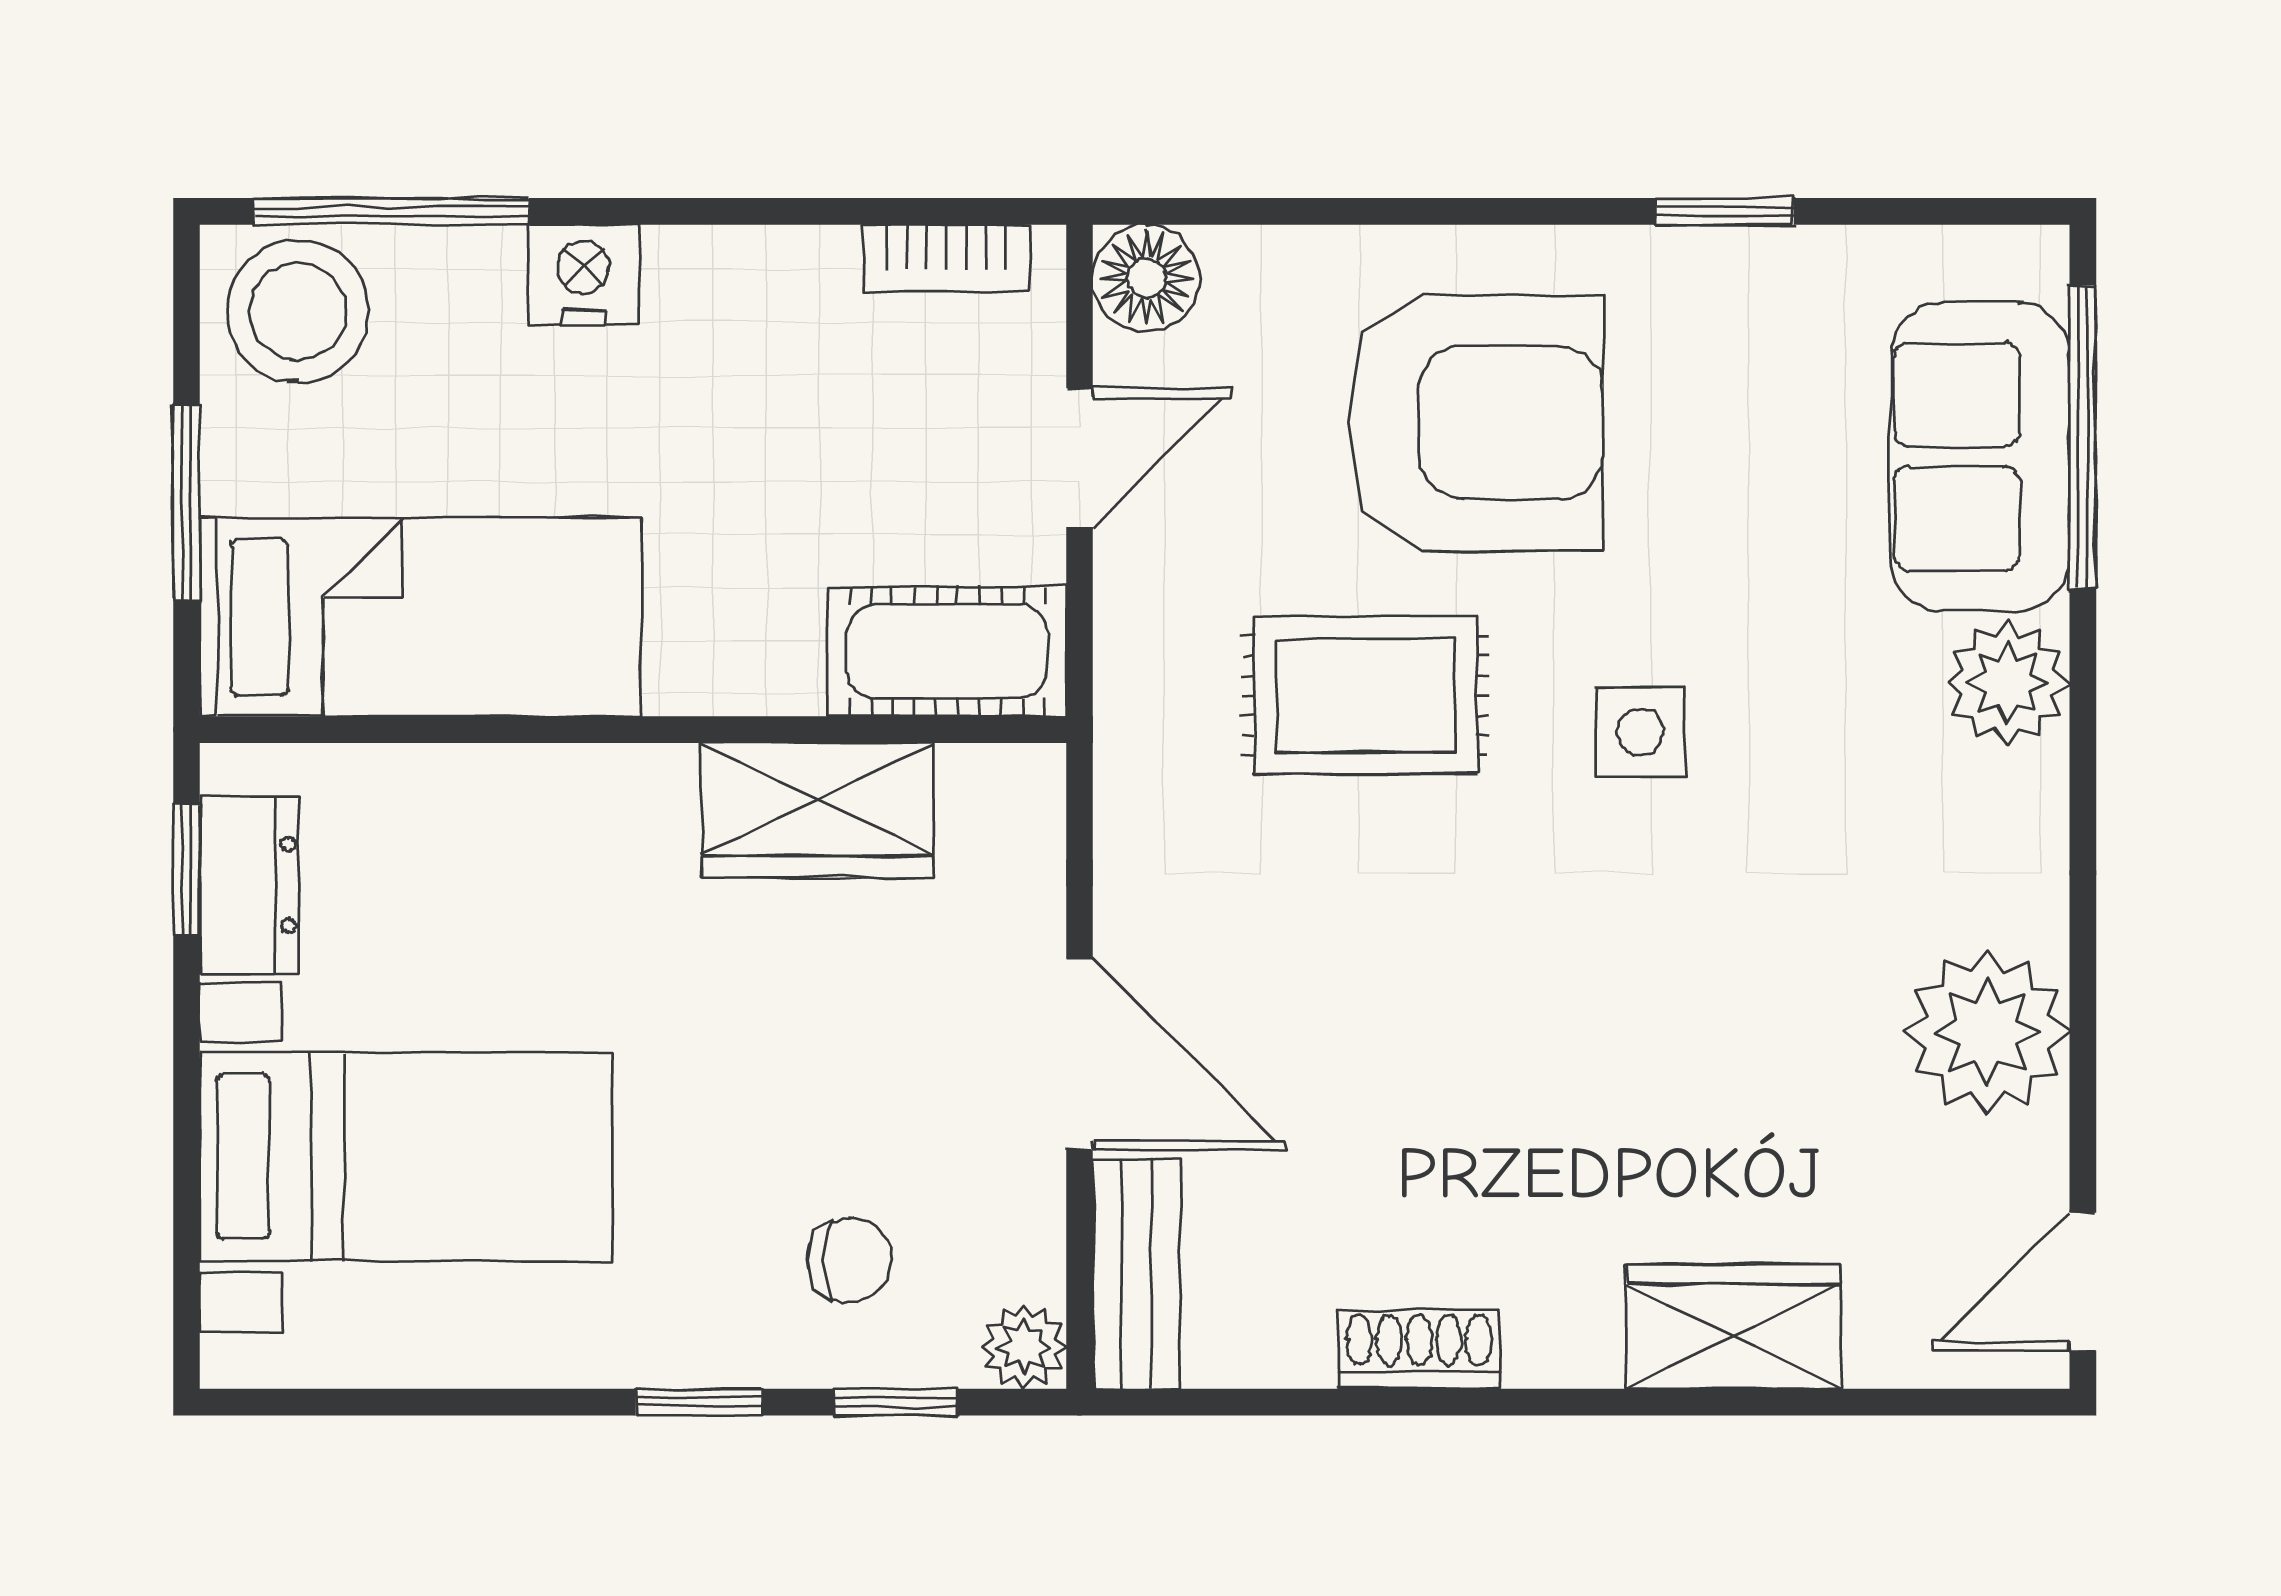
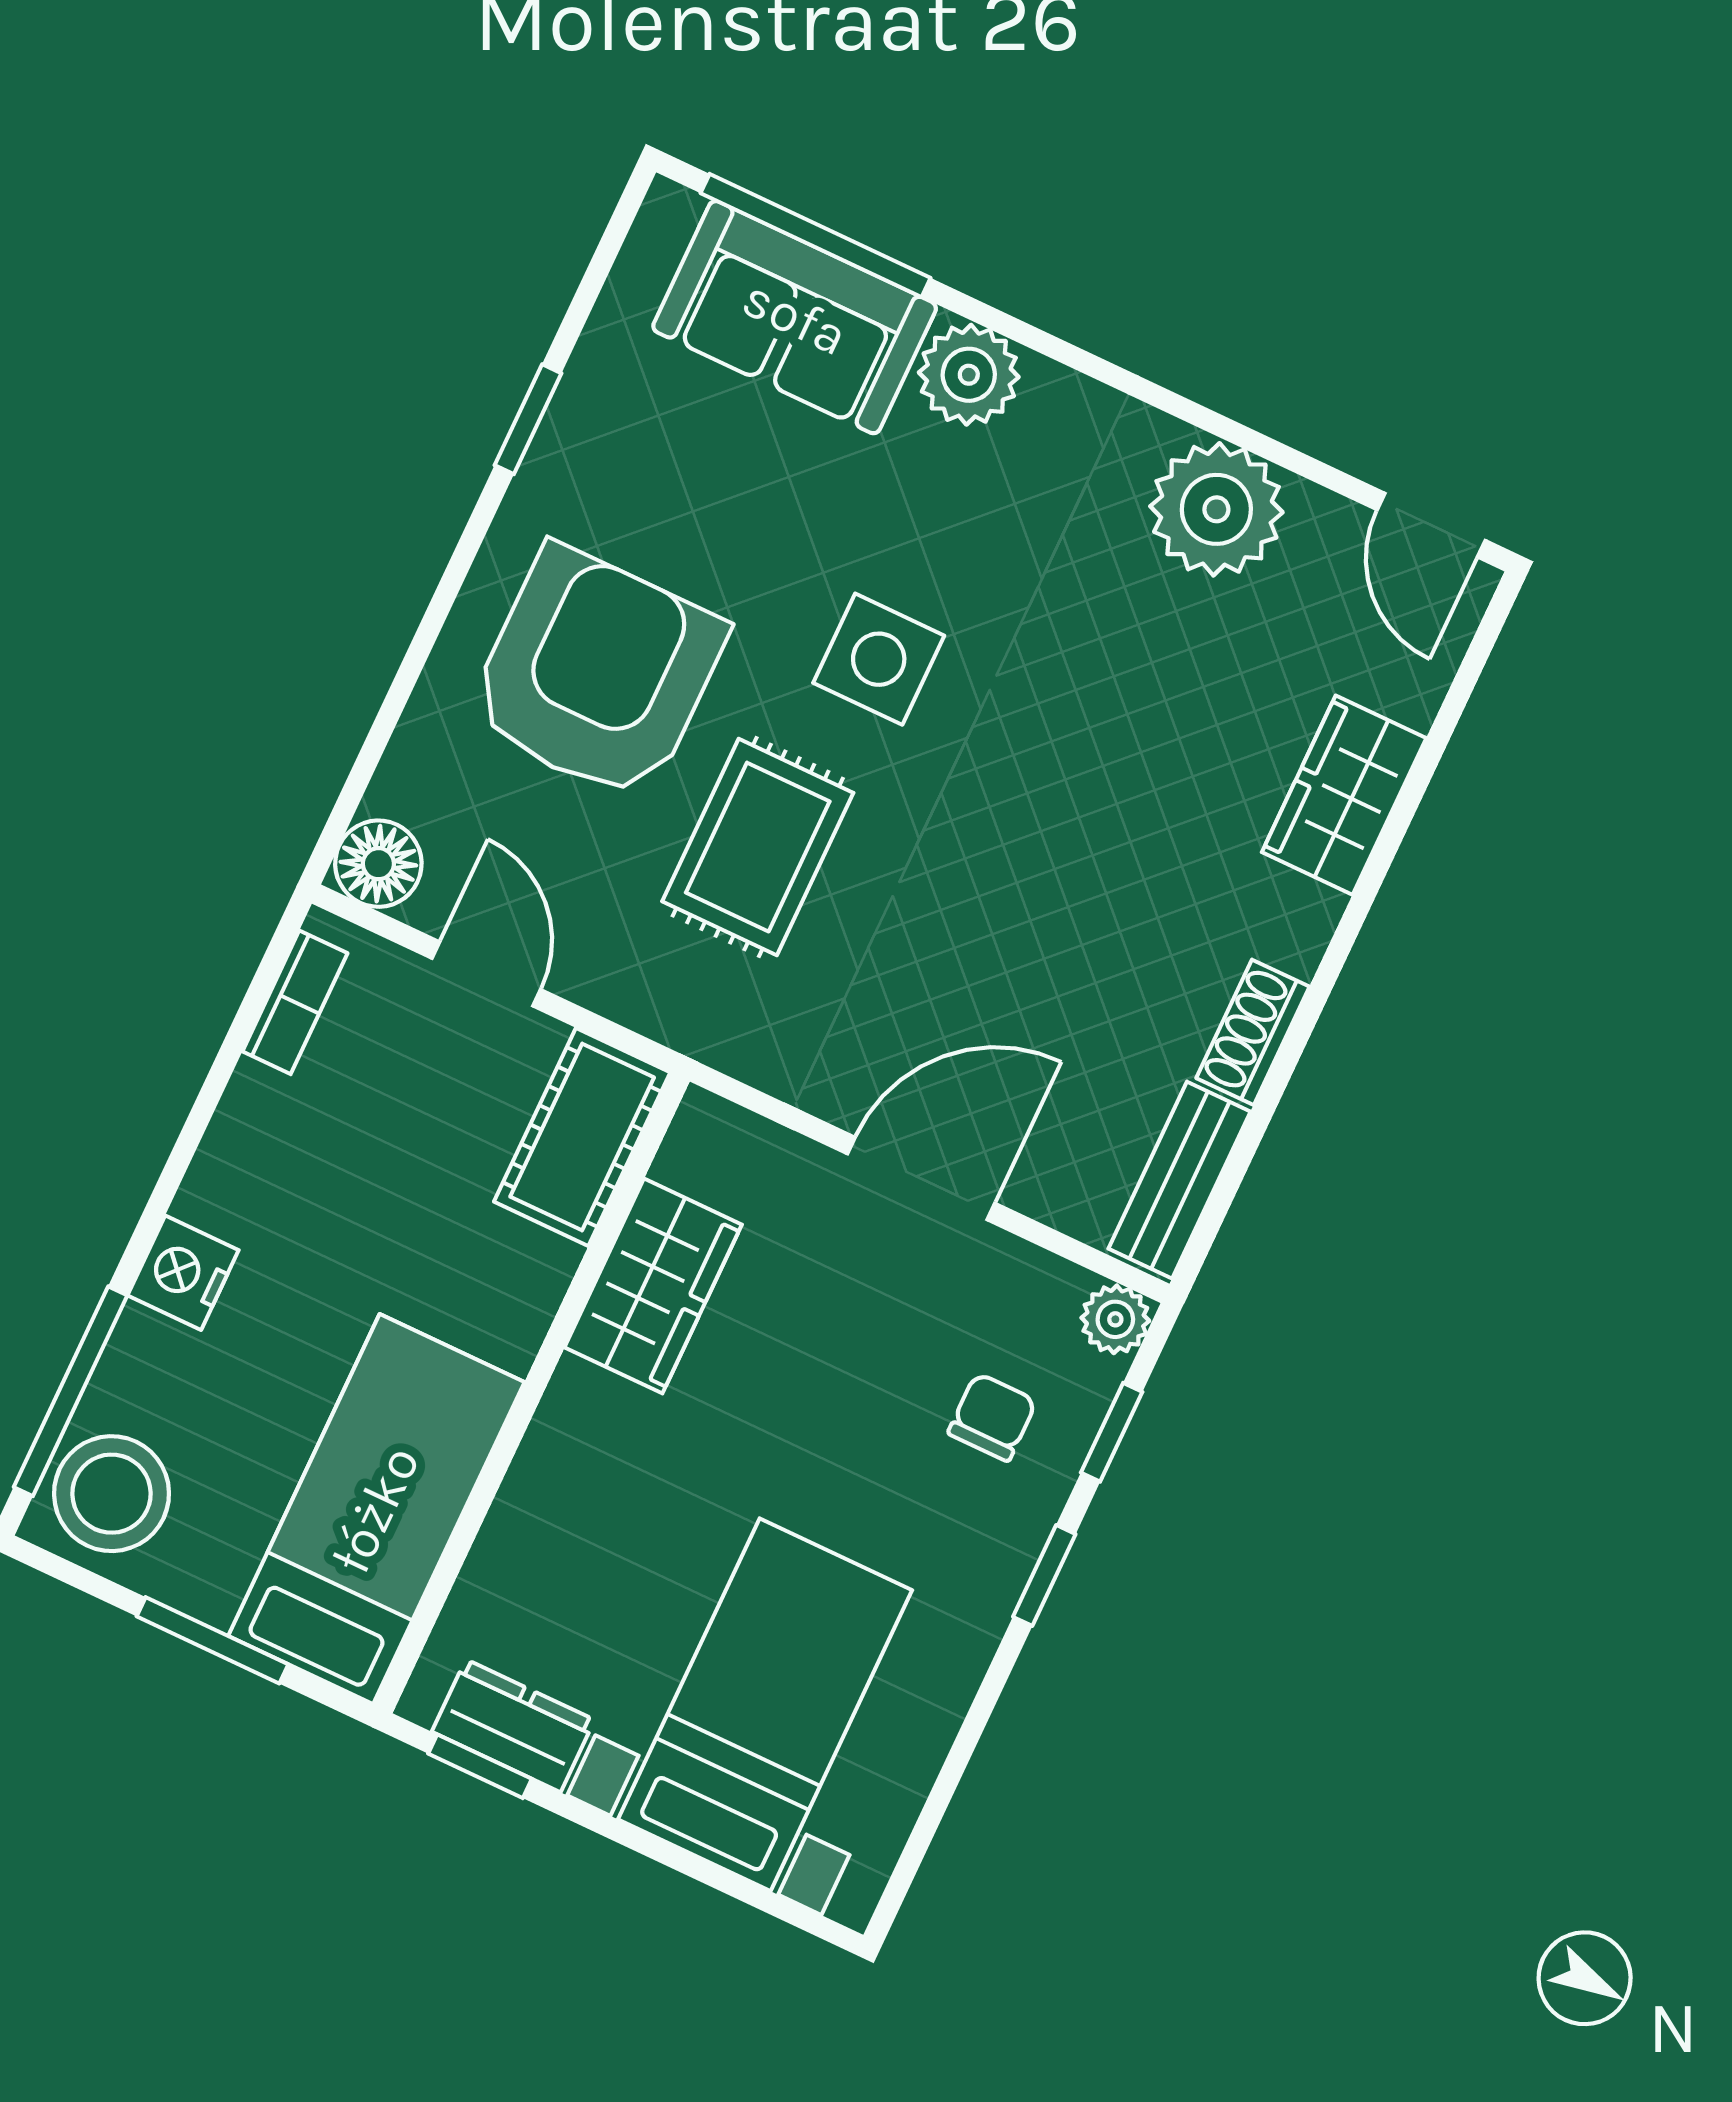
side table: (1640, 732) -> (879, 659), width x1.37, depth x1.37
bench: (1137, 1274) -> (1180, 1180), moved, turned 90

